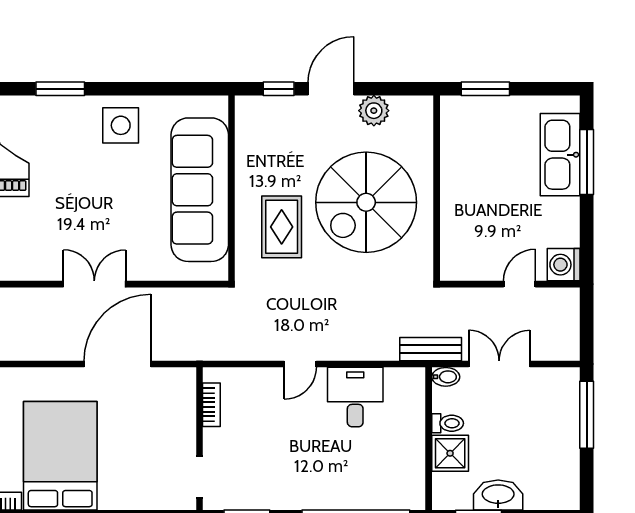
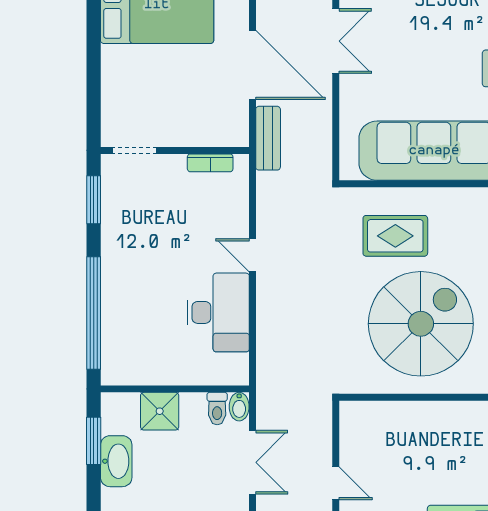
spiral stairs: (366, 202) -> (421, 324), turned 90
bench: (431, 349) -> (268, 138), moved
desk: (355, 397) -> (218, 312), width x1.37
toilet: (448, 423) -> (217, 409), moved

